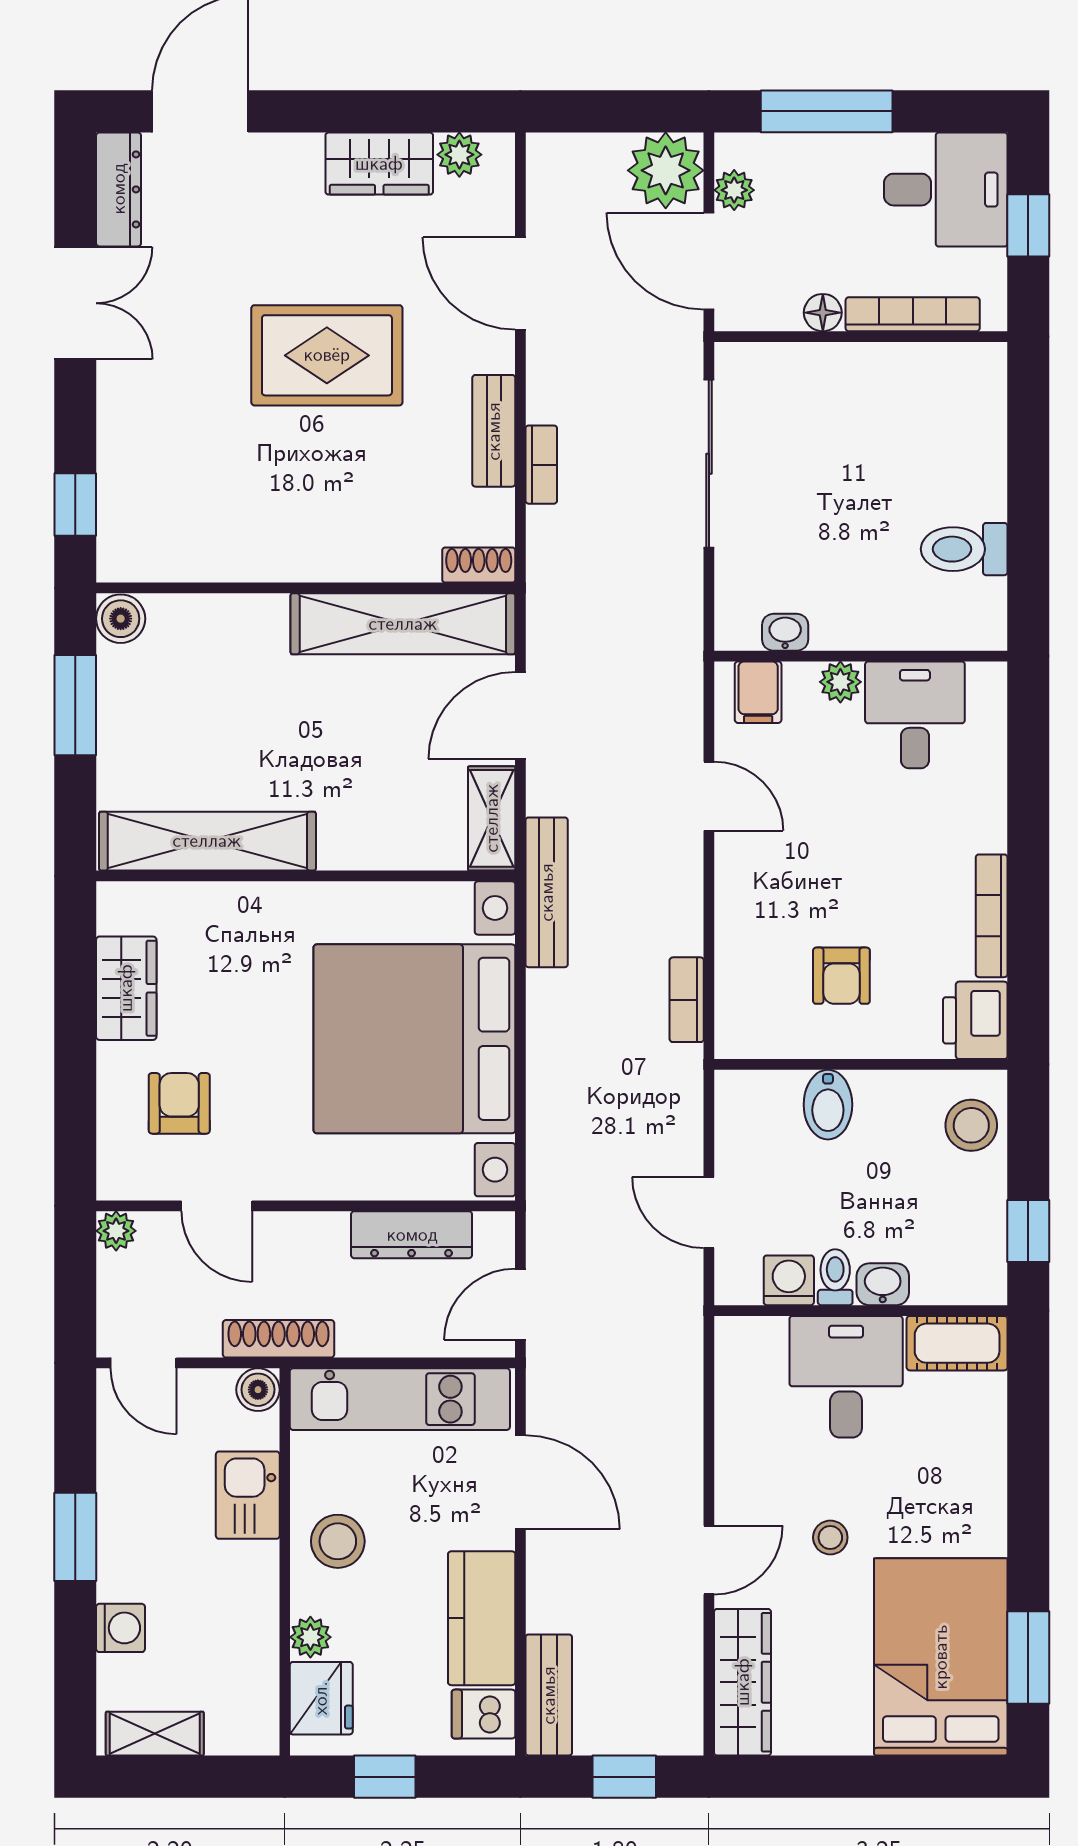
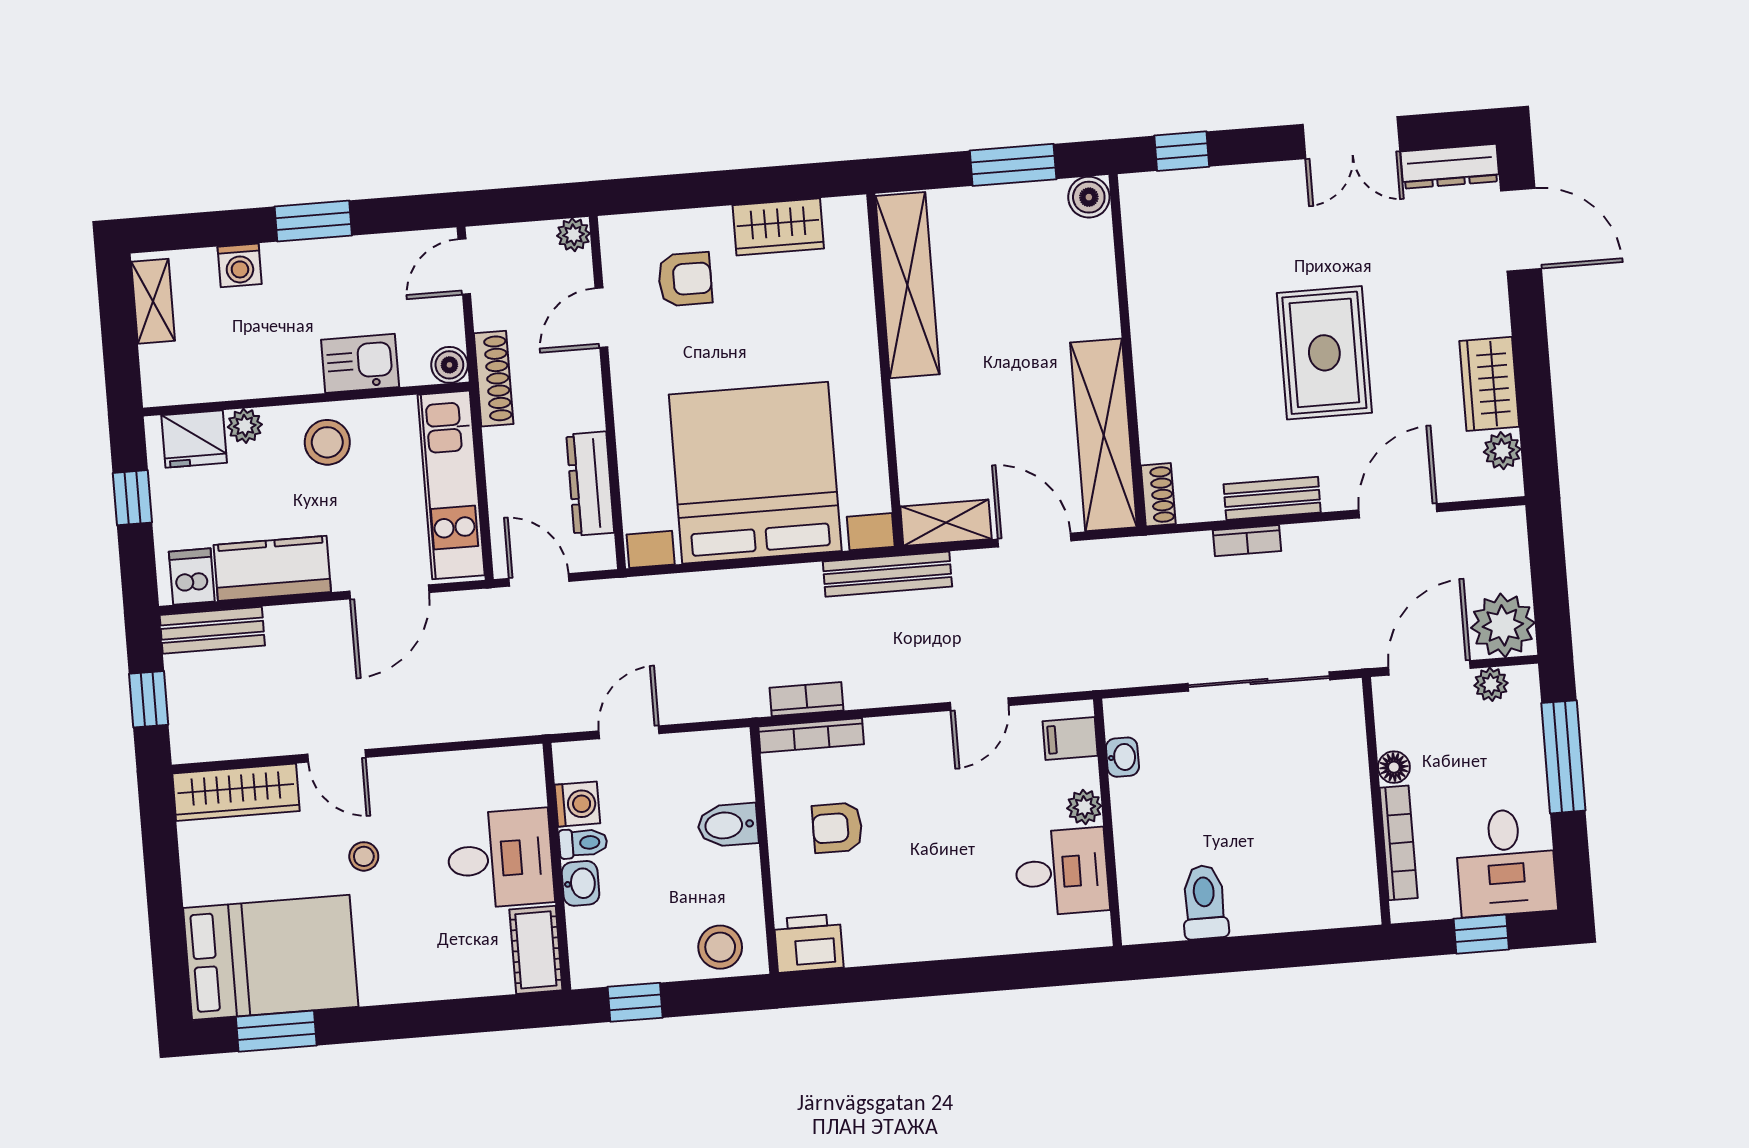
bookcase: (992, 916) -> (811, 735), moved, turned 180

